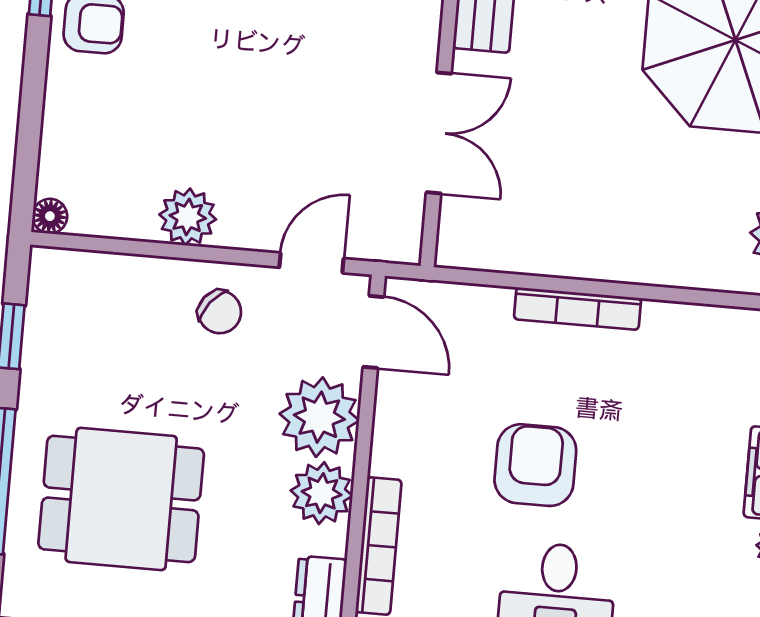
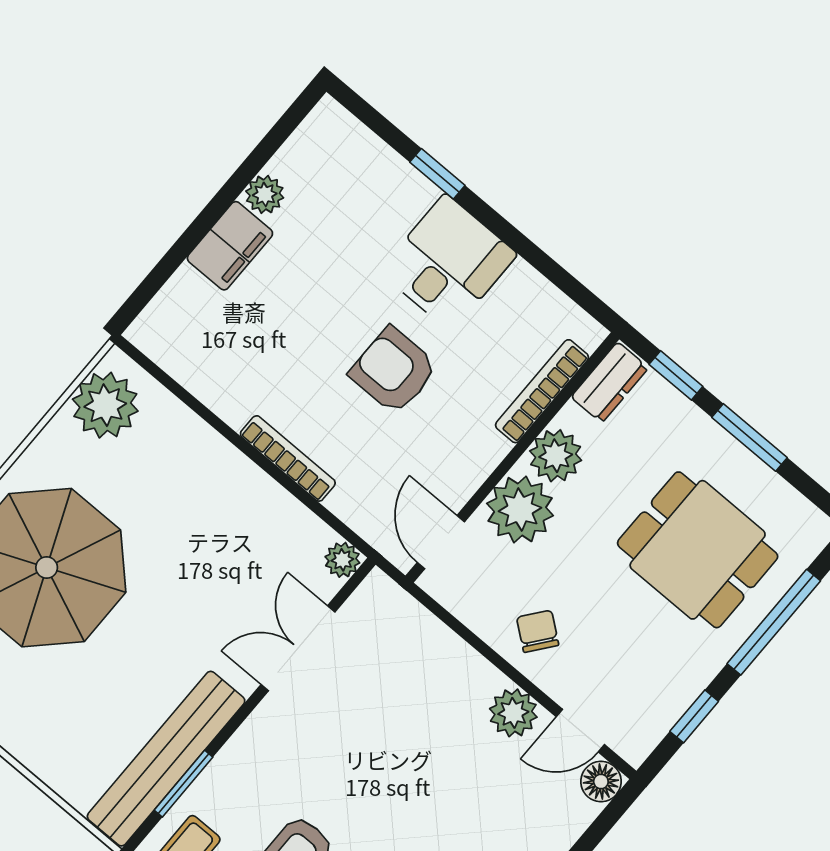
floor lamp: (50, 216) -> (601, 782), width x1.37, depth x1.37
plant: (456, 248) -> (342, 560), added
door: (311, 263) -> (580, 731), moved
armchair: (535, 465) -> (394, 371), turned 90

